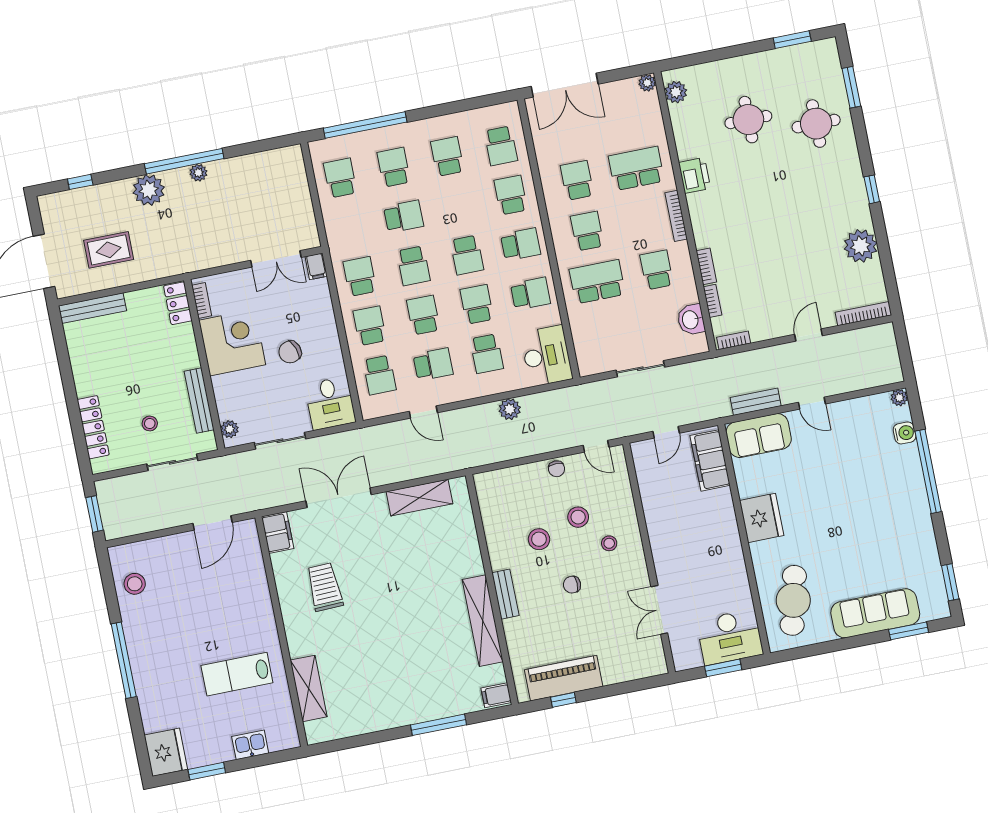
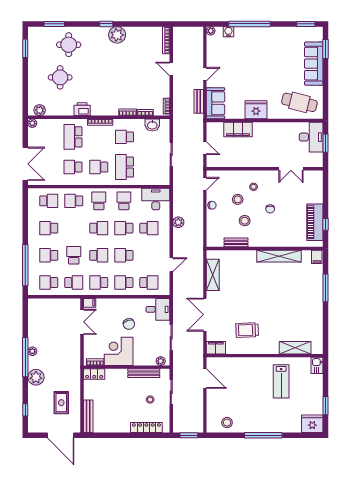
plant: (861, 246) -> (117, 35), moved
school desk: (433, 364) -> (74, 283), moved, turned 90
filing cabinet: (710, 460) -> (238, 129), moved
bench: (505, 594) -> (236, 242), moved
kitchen sink: (250, 745) -> (317, 365), moved

